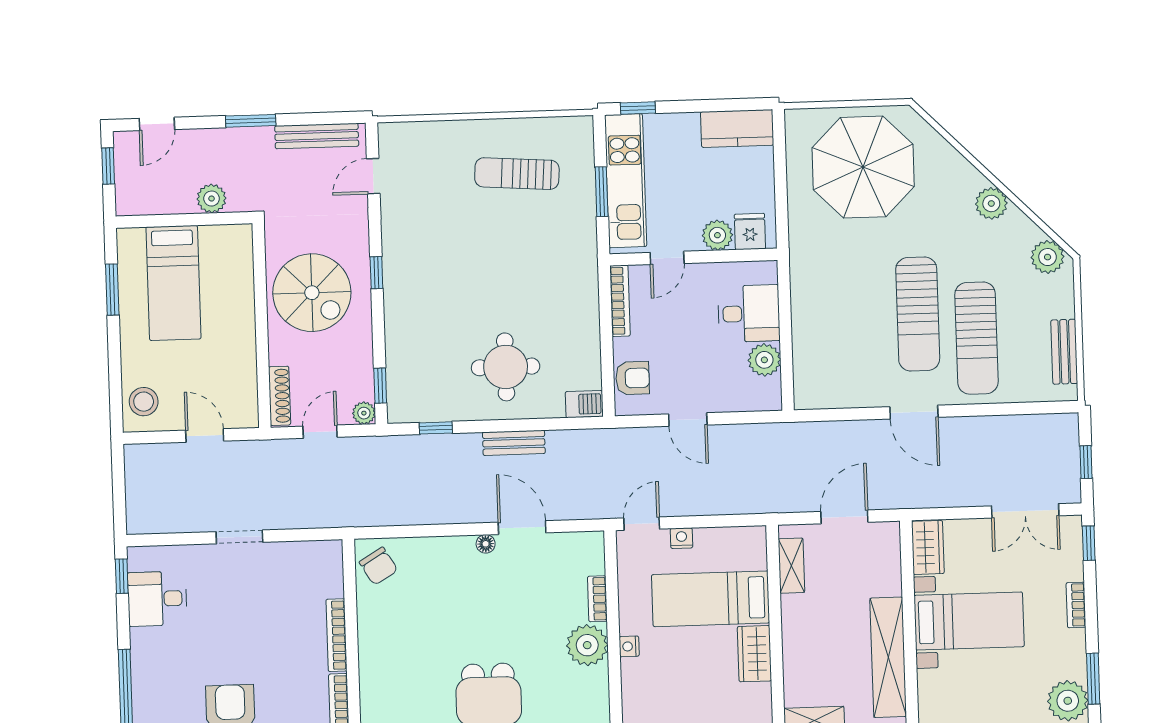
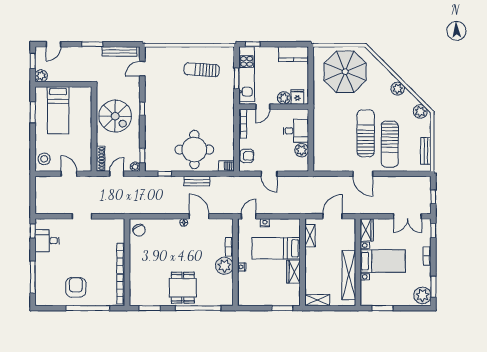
plant: (212, 199) -> (41, 76), moved
sun lounger: (918, 314) -> (366, 133), turned 180
round table: (506, 367) -> (194, 150), width x1.36, depth x1.36

